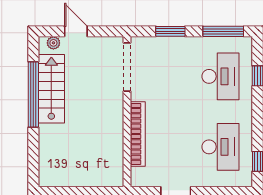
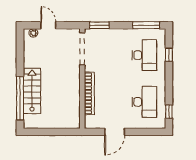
window: (170, 31) -> (99, 25), moved
stairs: (51, 89) -> (32, 91), moved
window: (33, 94) -> (20, 98), moved

